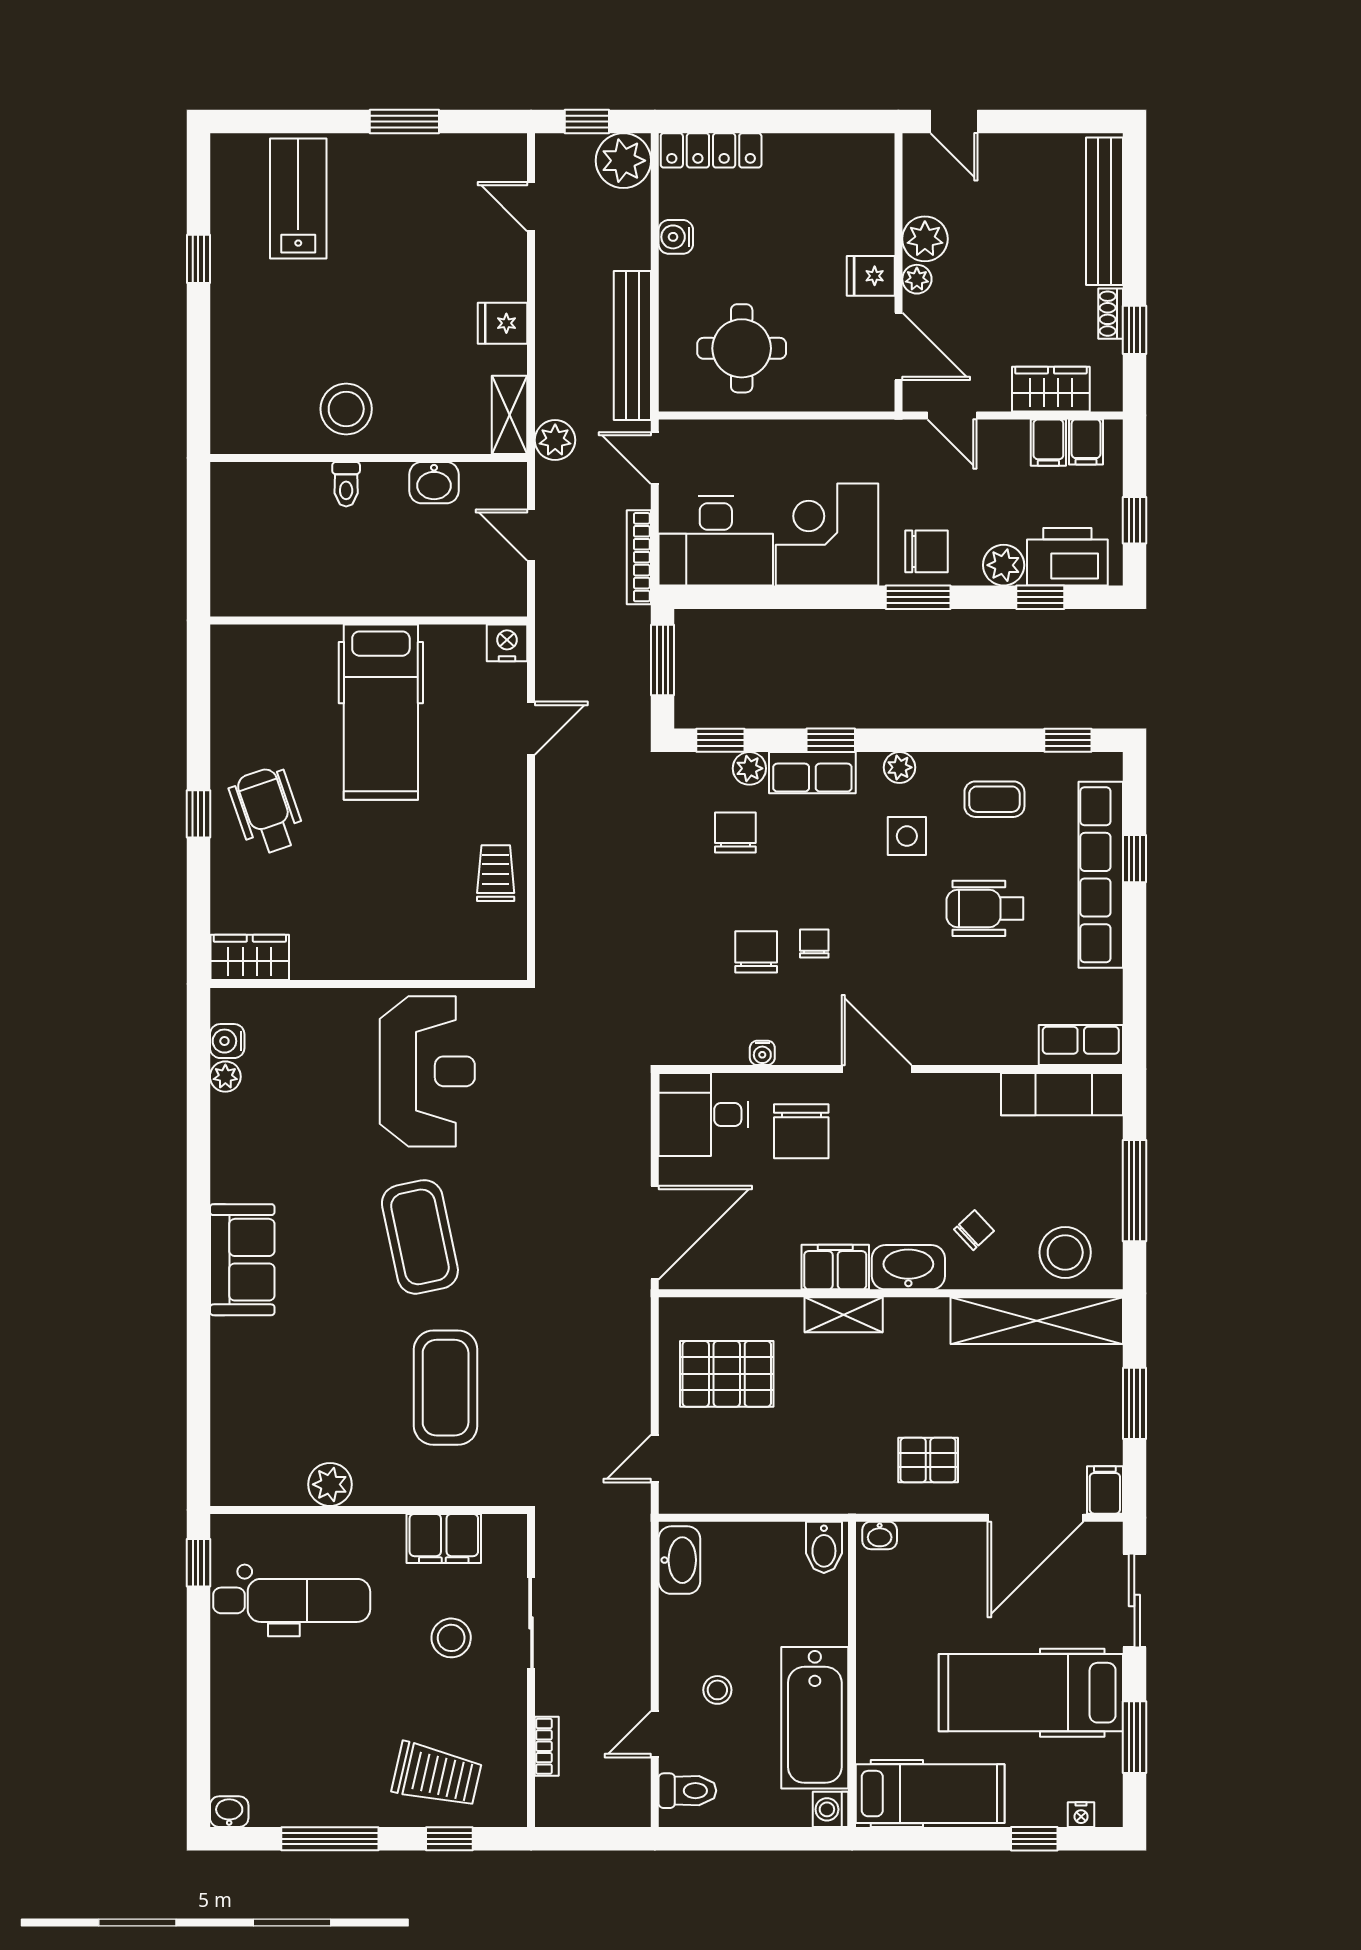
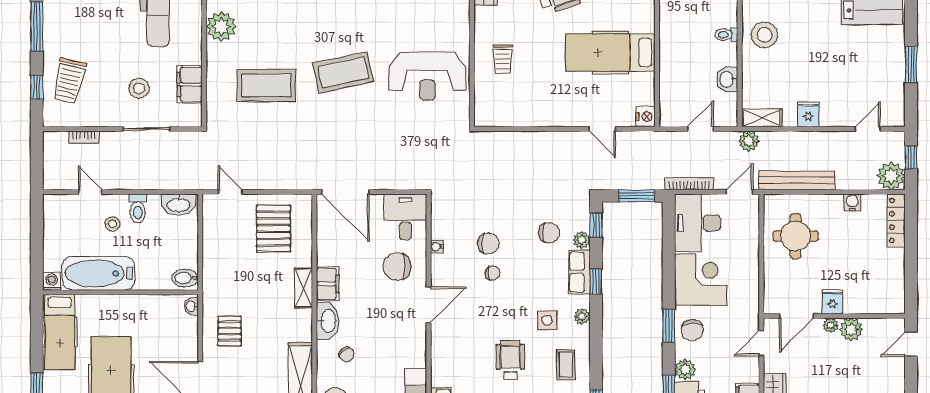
trolley: (496, 873) -> (503, 59), moved, turned 90
plant: (330, 1484) -> (221, 27), width x1.36, depth x1.36
toilet: (687, 1791) -> (138, 208), moved

